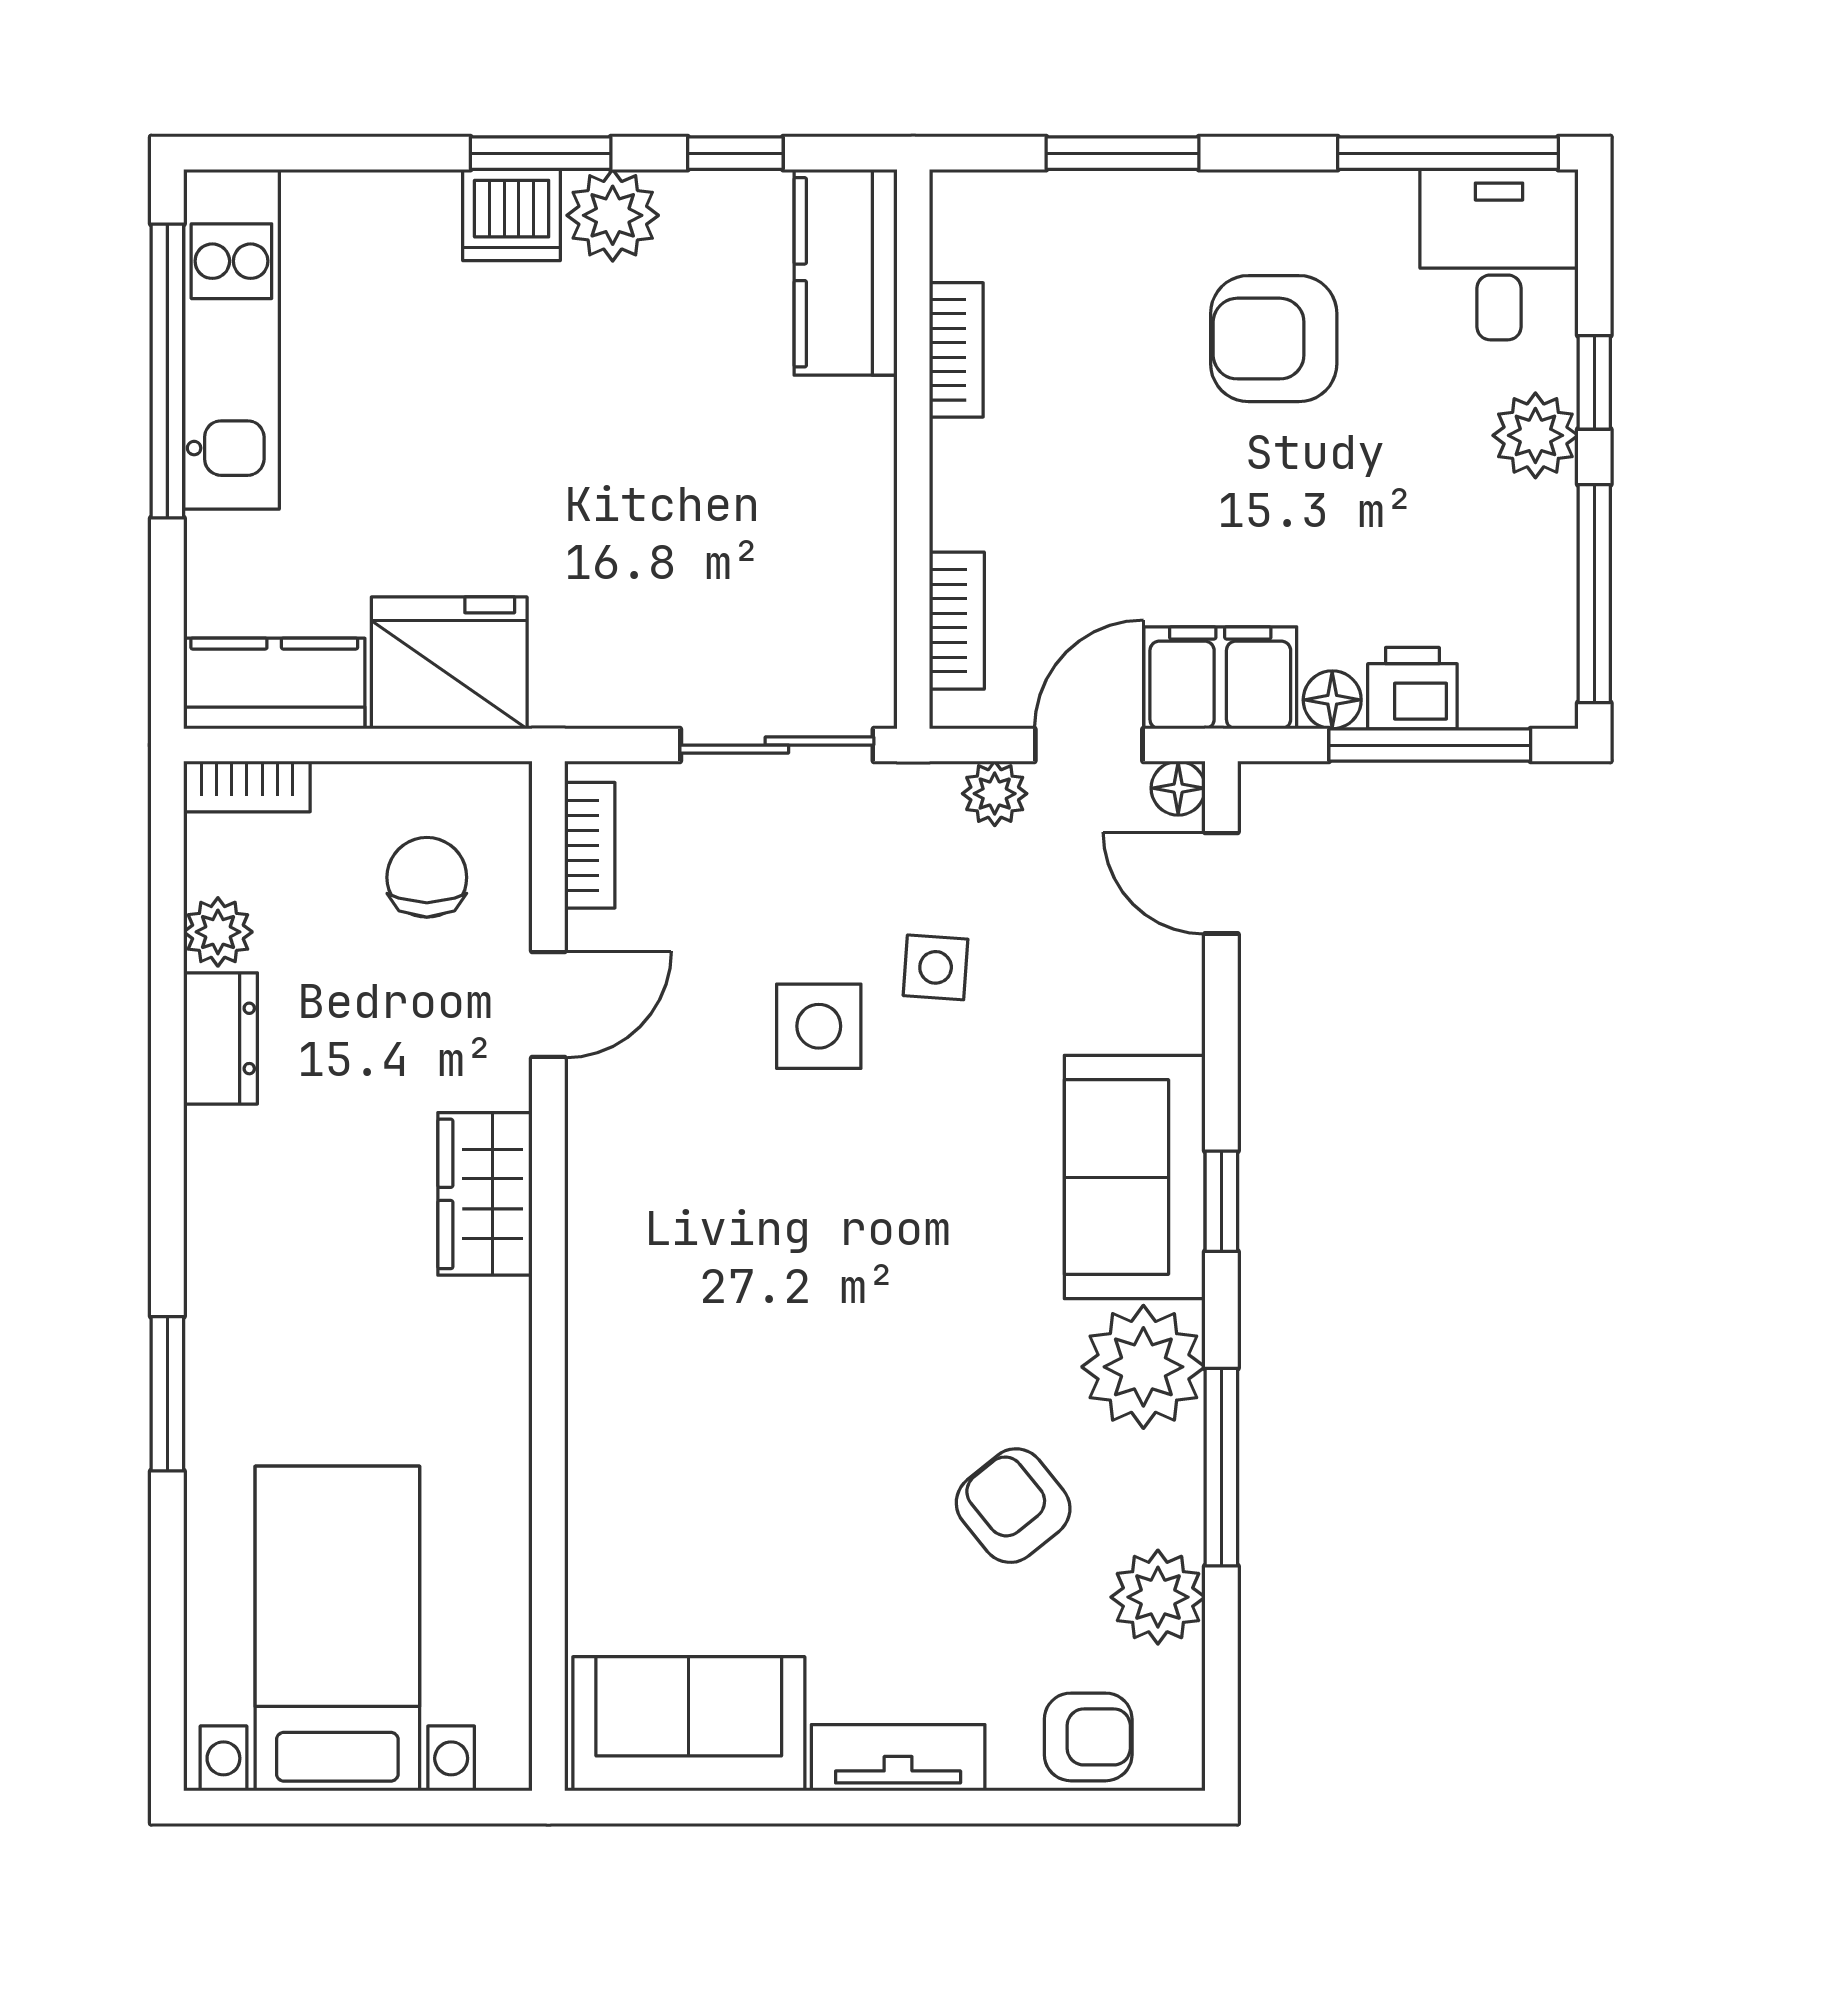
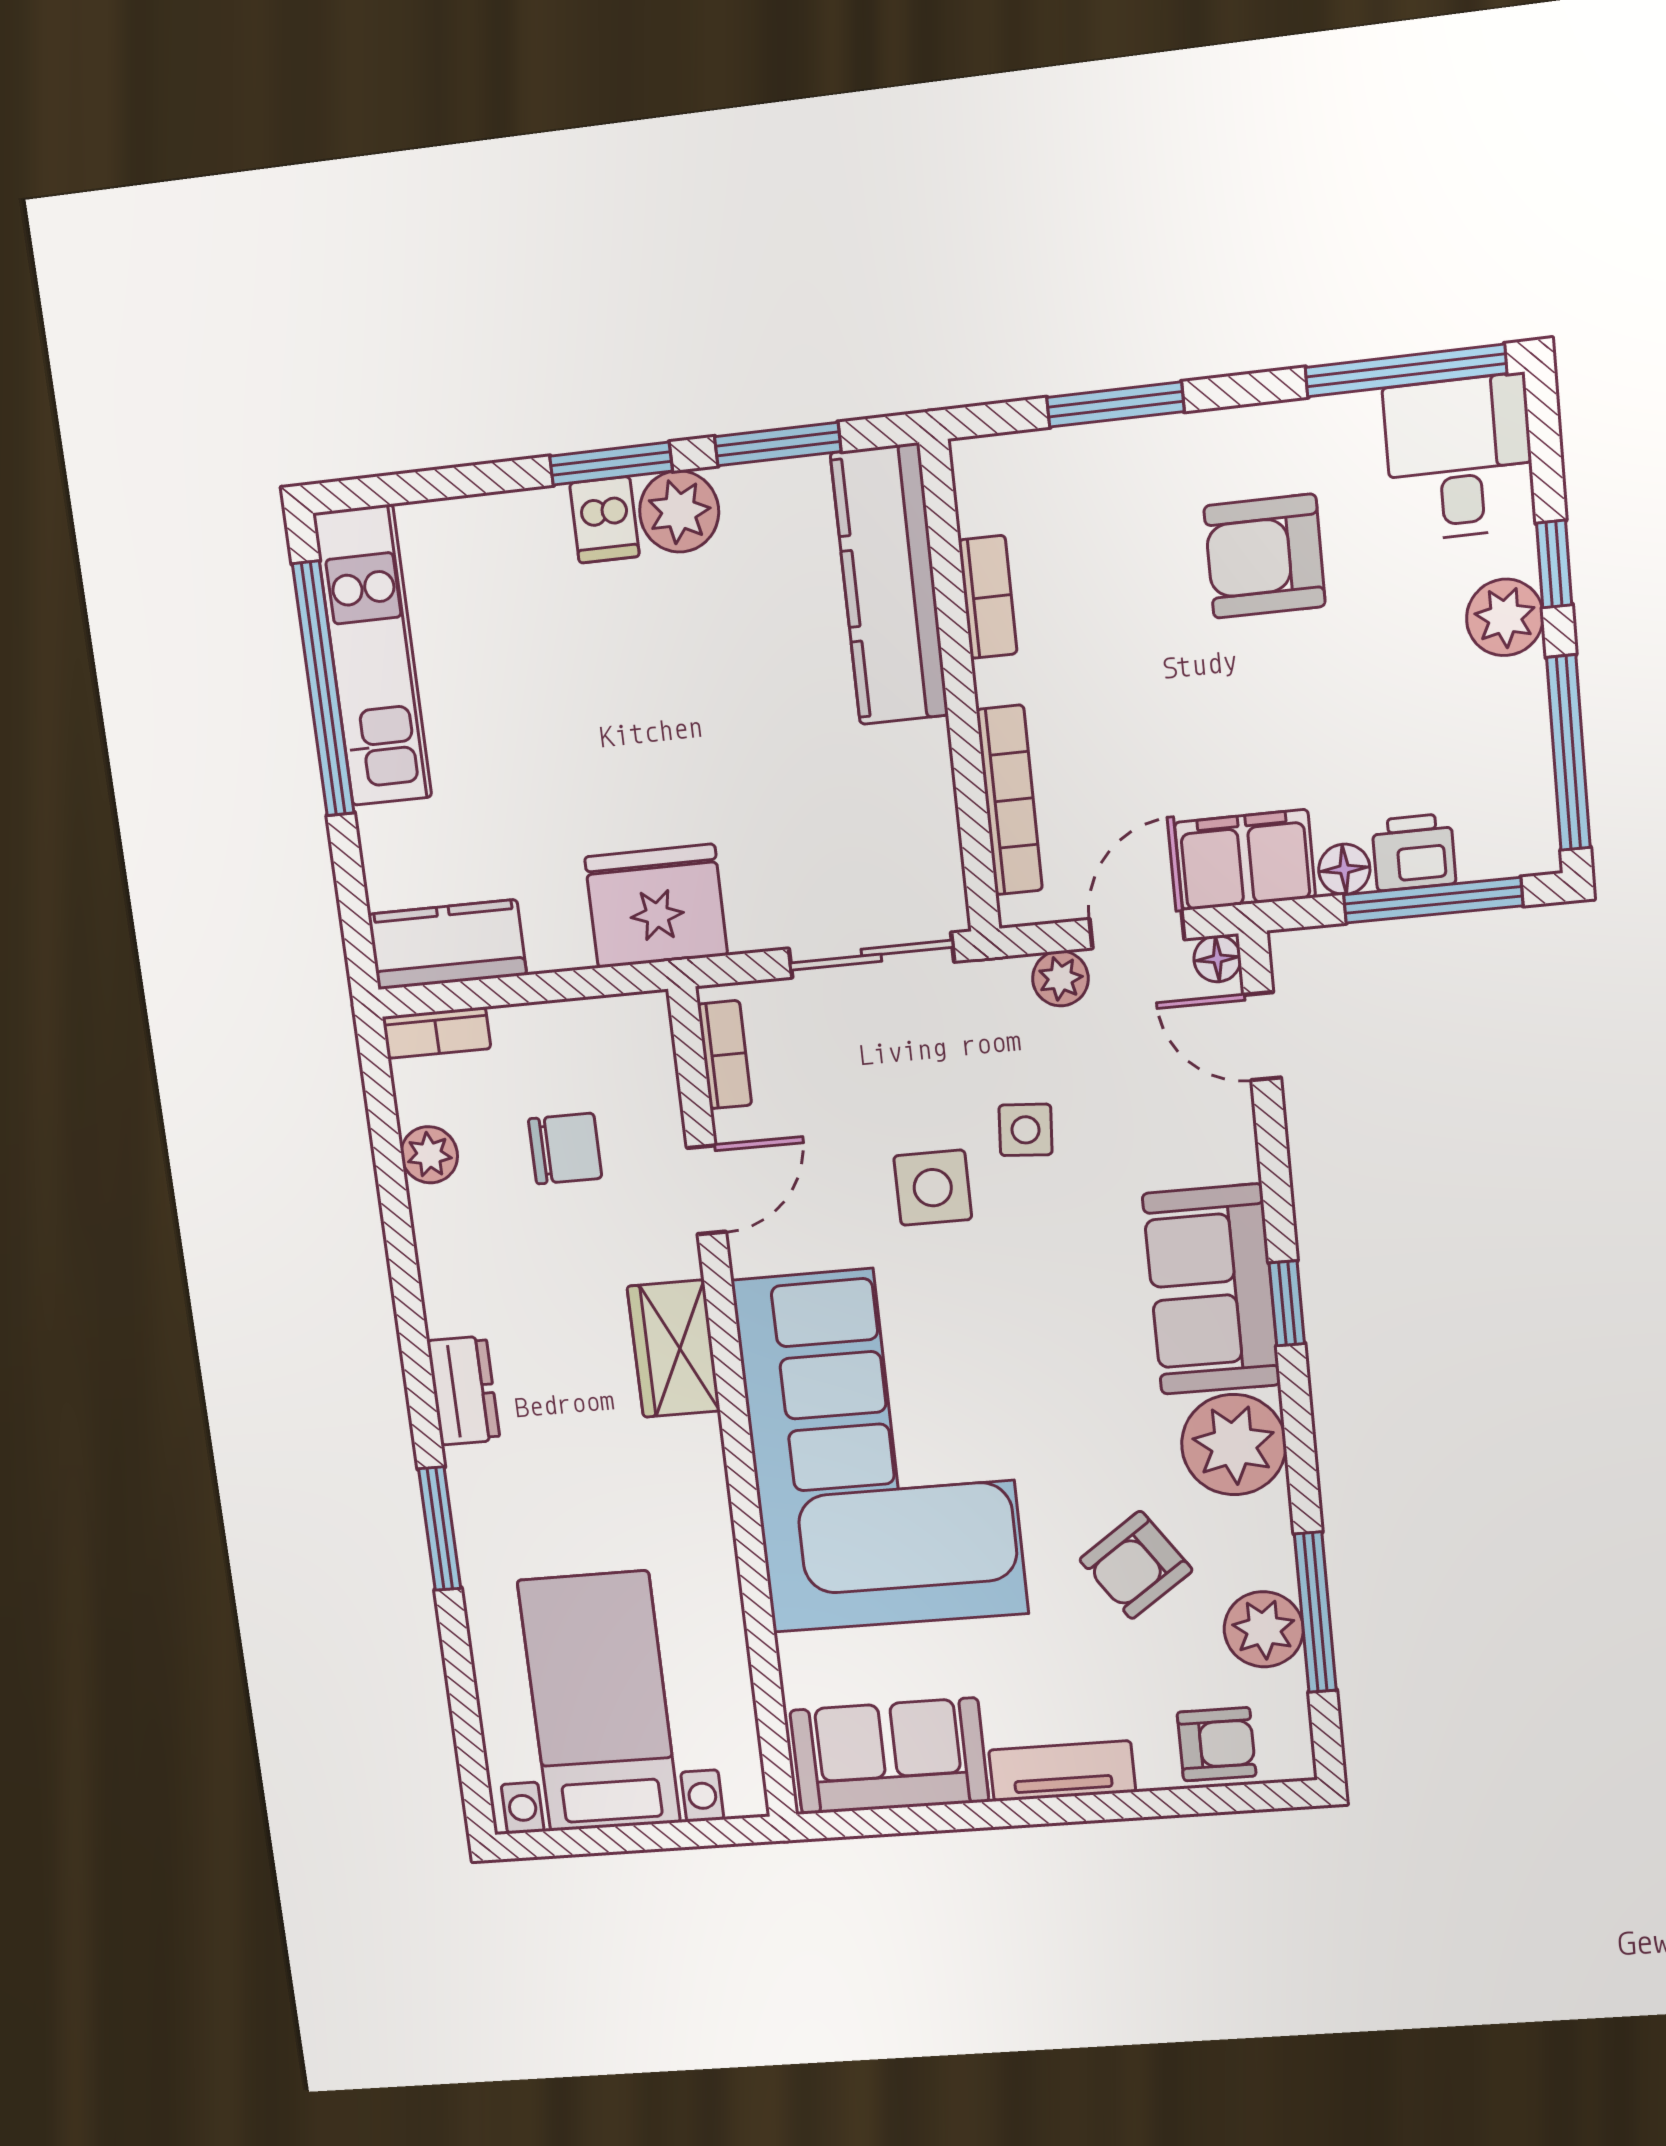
window: (735, 153) -> (778, 444), width x1.50
dishwasher: (512, 215) -> (604, 520), width x0.73
kitchen counter: (846, 272) -> (890, 585), width x1.50
bookcase: (957, 621) -> (1009, 800), width x1.56
fridge: (449, 663) -> (656, 906), moved
chair: (427, 877) -> (565, 1149), moved, turned 90
dresser: (220, 1038) -> (463, 1391), moved
corner sofa: (721, 1336) -> (880, 1448), added
window: (1221, 1467) -> (1315, 1612), moved
armchair: (1013, 1506) -> (1136, 1565), turned -86

